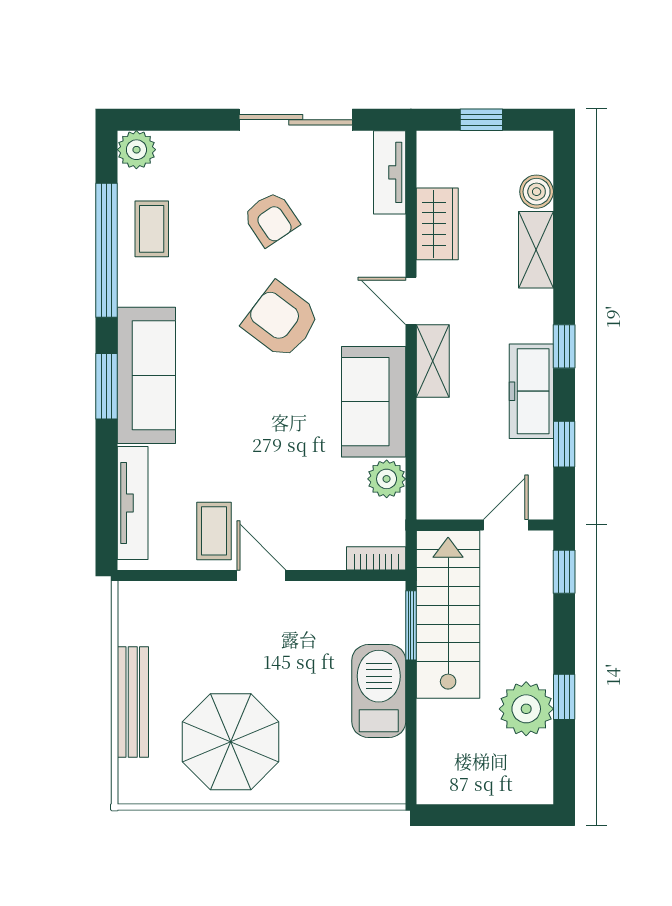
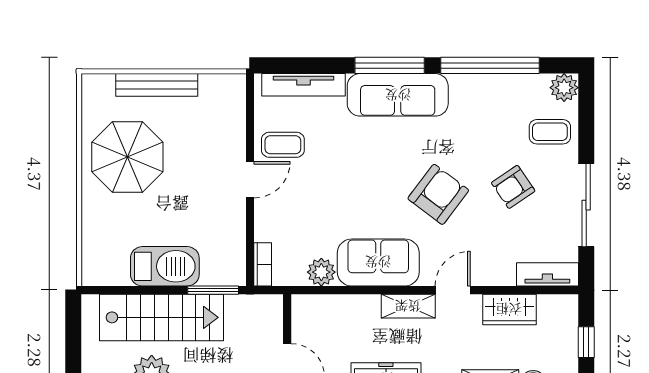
coffee table: (152, 229) -> (550, 132), moved
window: (106, 386) -> (390, 65), width x1.44
stairs: (448, 614) -> (161, 317), moved

